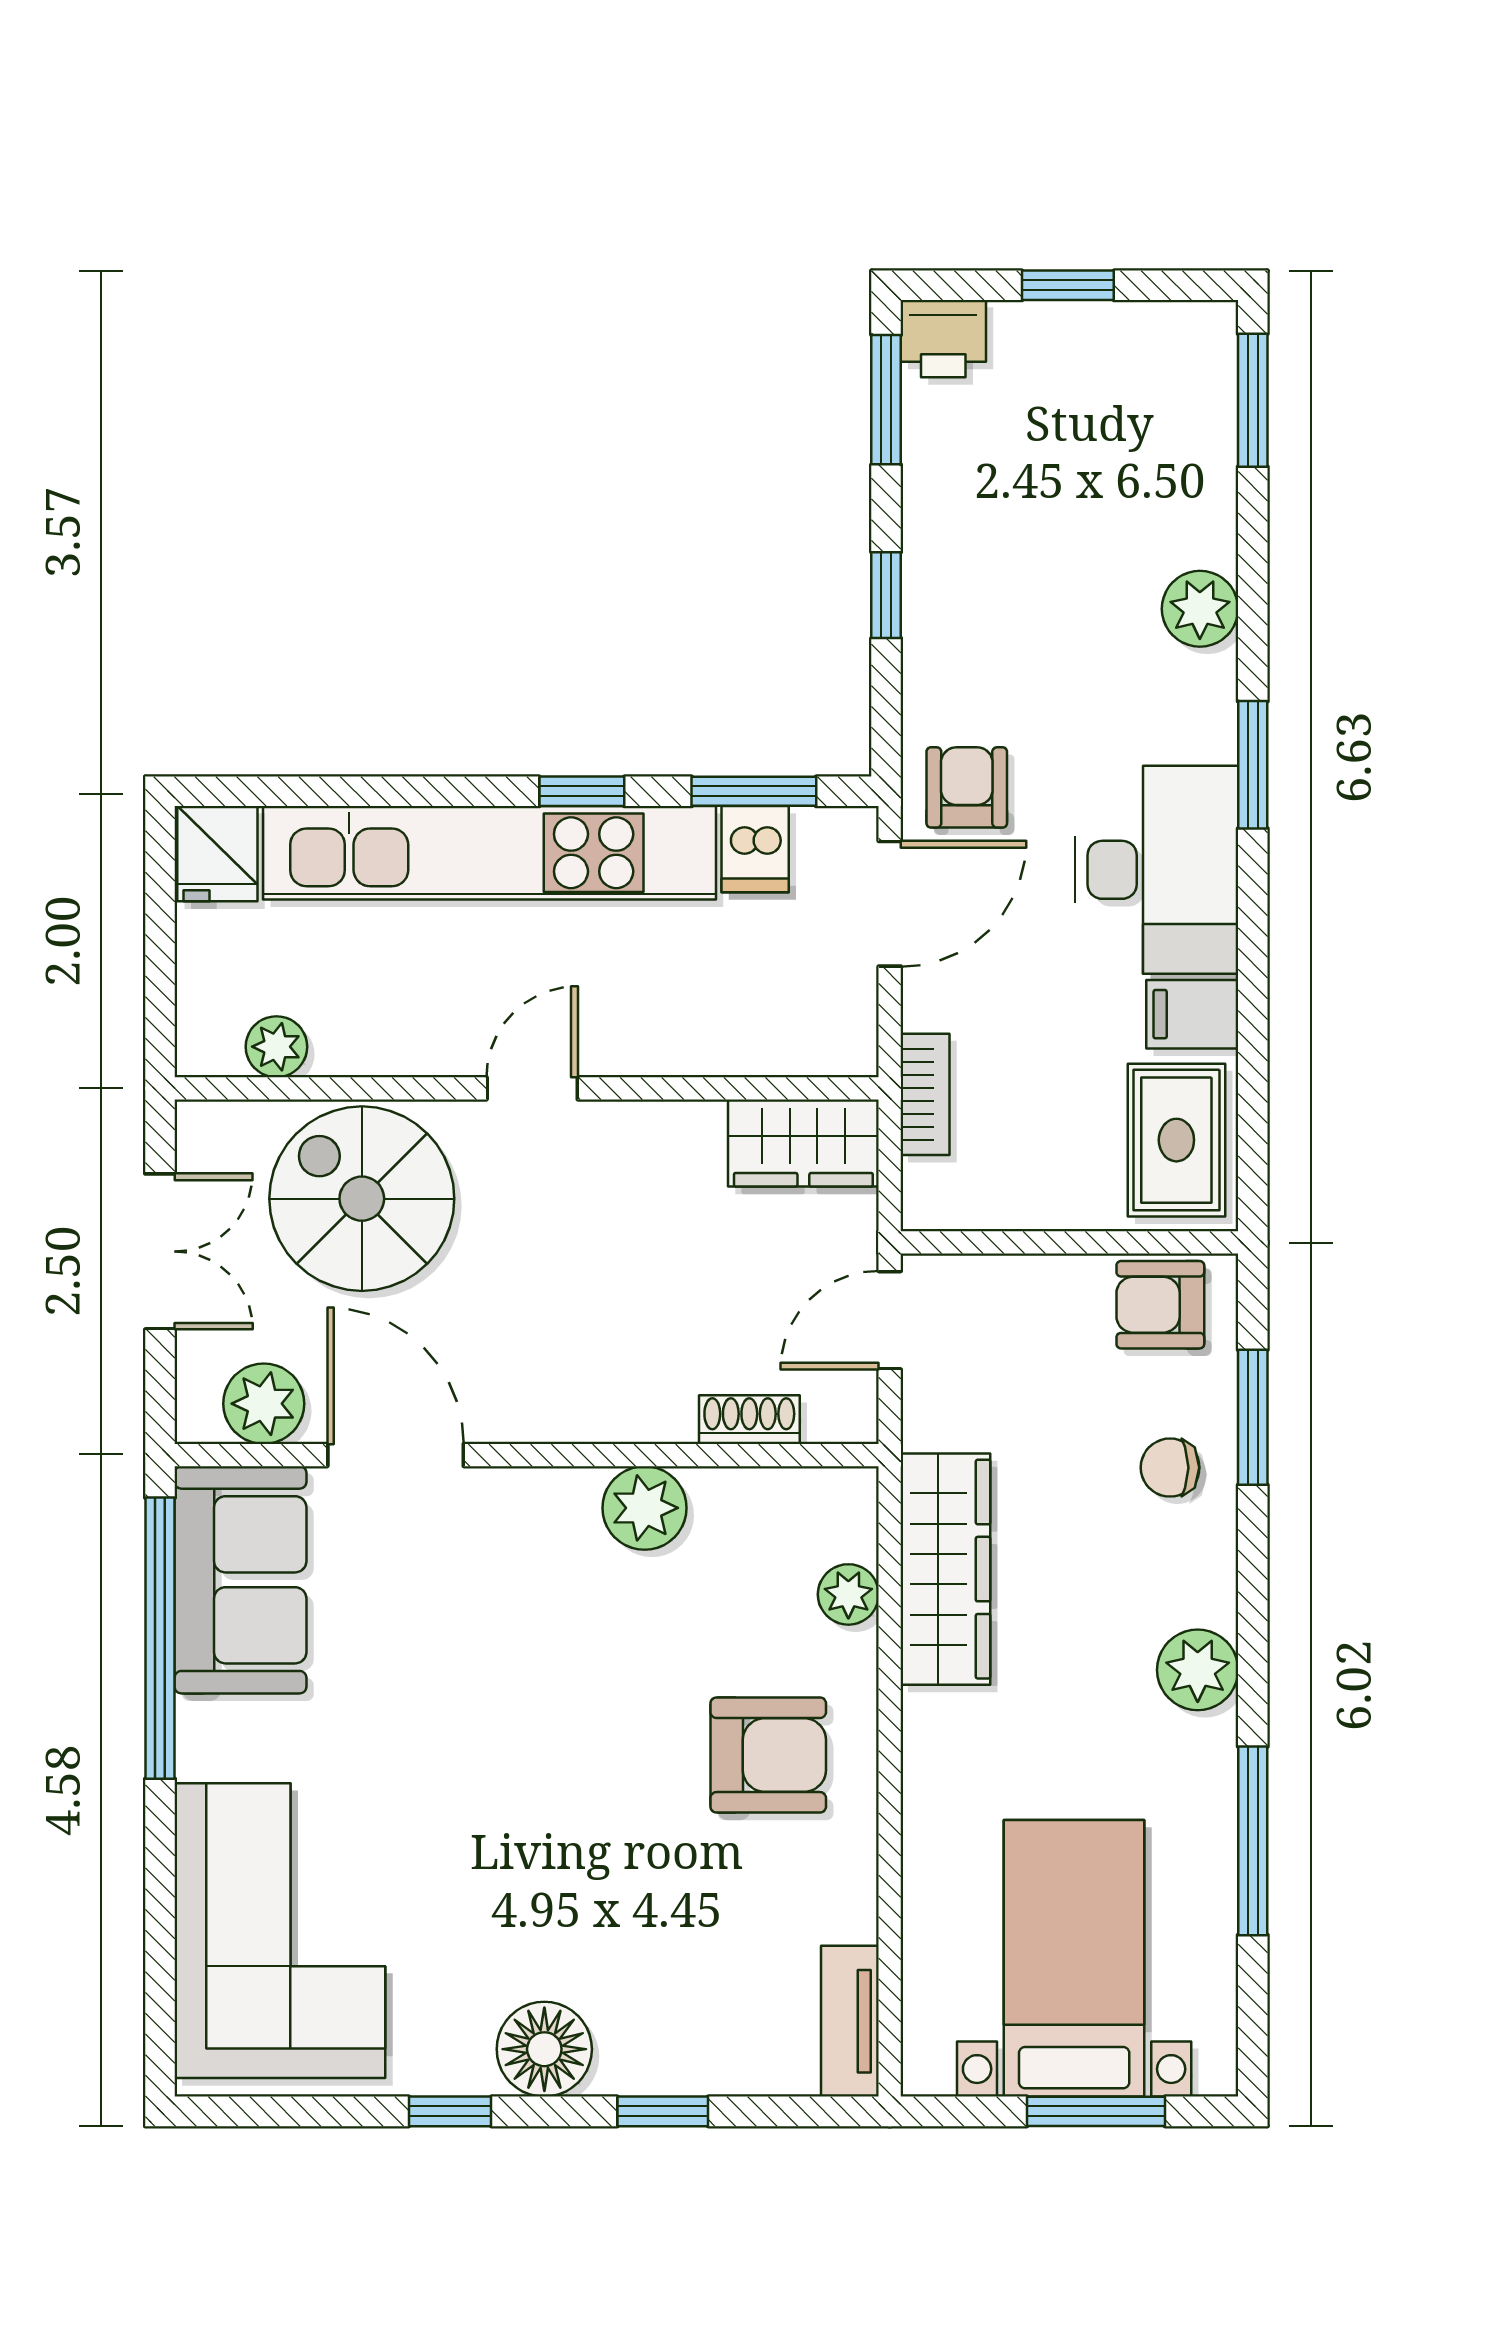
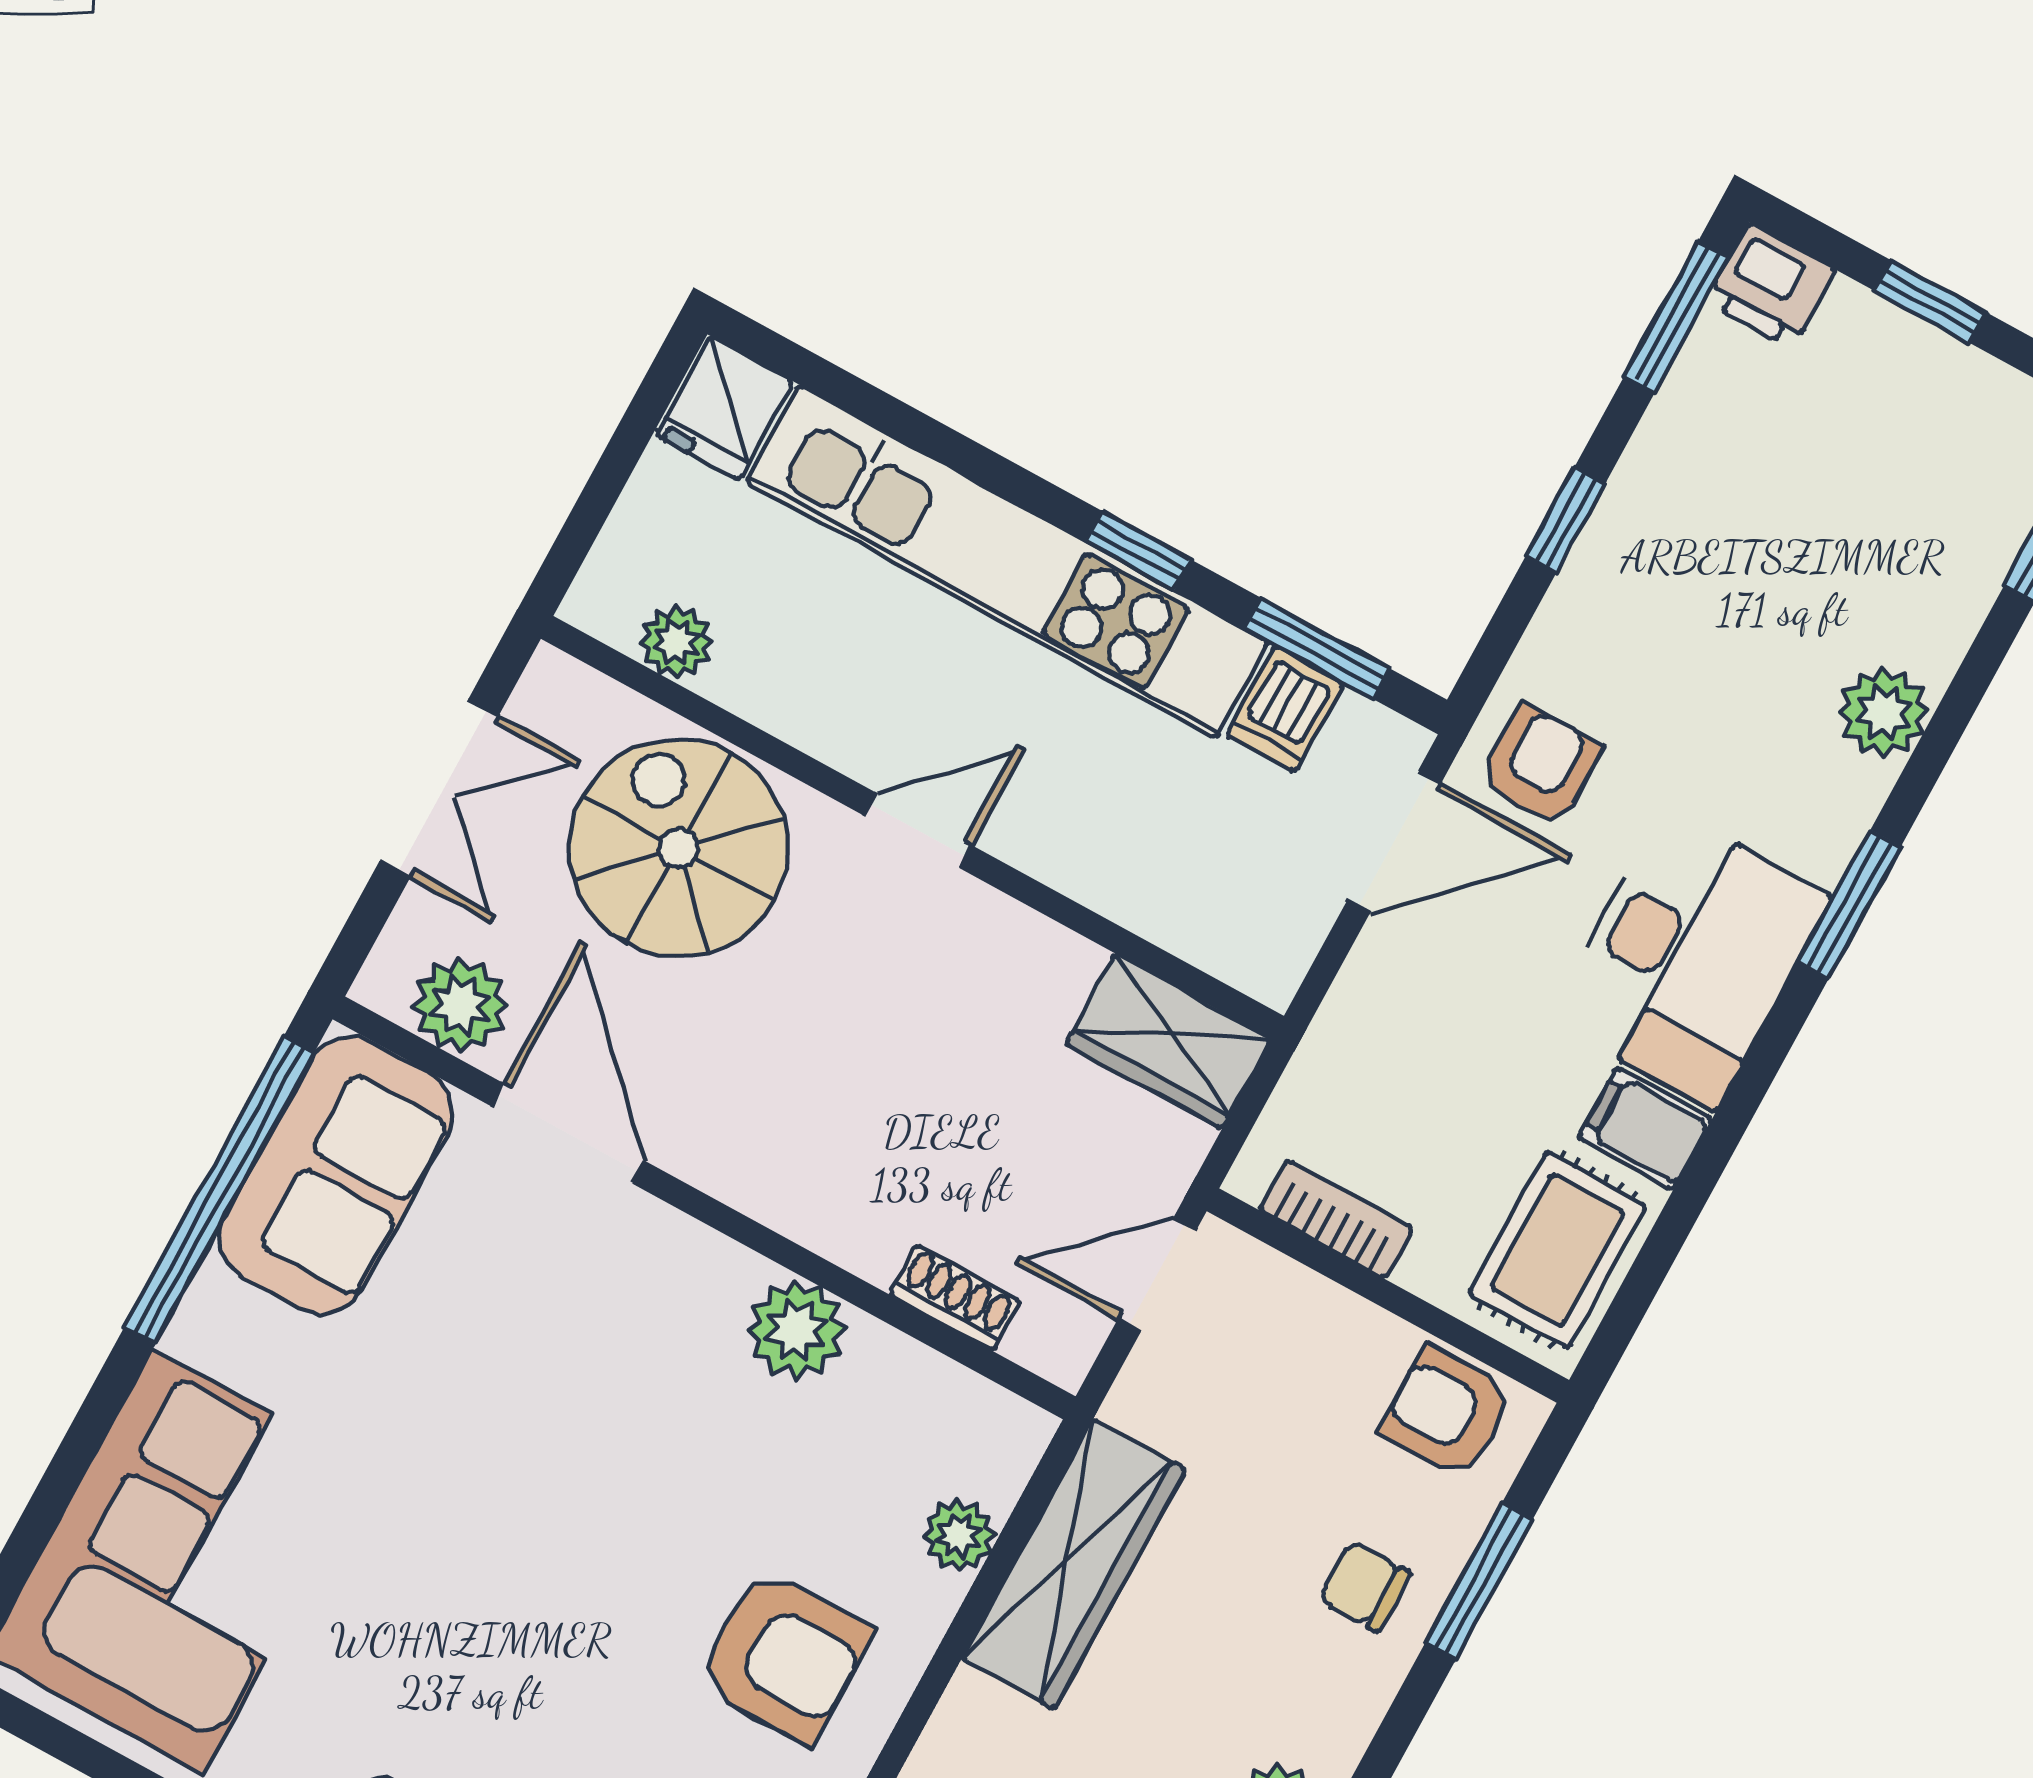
bookcase: (925, 1094) -> (1336, 1219), moved, turned -90

